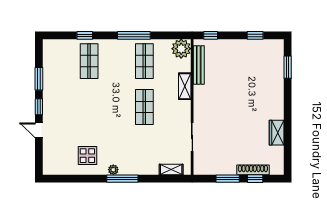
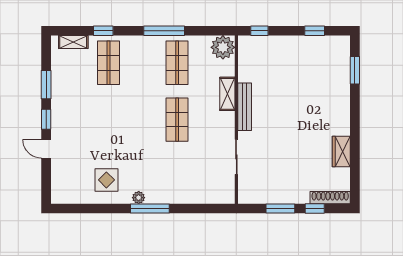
bench: (199, 65) -> (245, 107), moved
shelving: (171, 169) -> (73, 42), moved
shoe rack: (253, 170) -> (330, 198), moved

